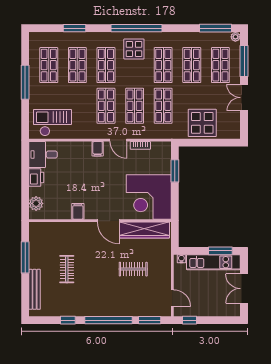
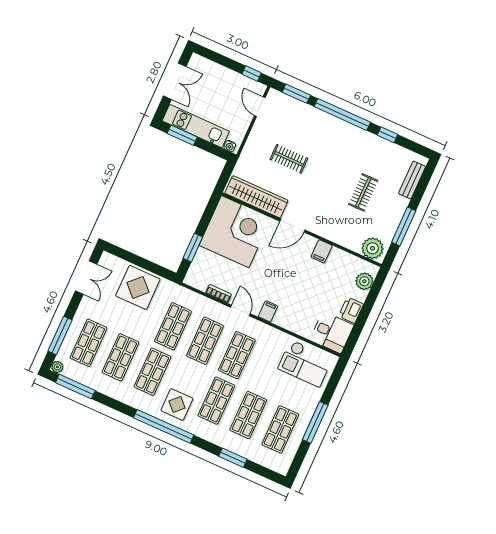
double door: (244, 98) -> (86, 277), moved
door: (108, 221) -> (292, 226), swing flipped
plant: (41, 231) -> (373, 248), added
bench: (35, 289) -> (412, 180), width x0.73

